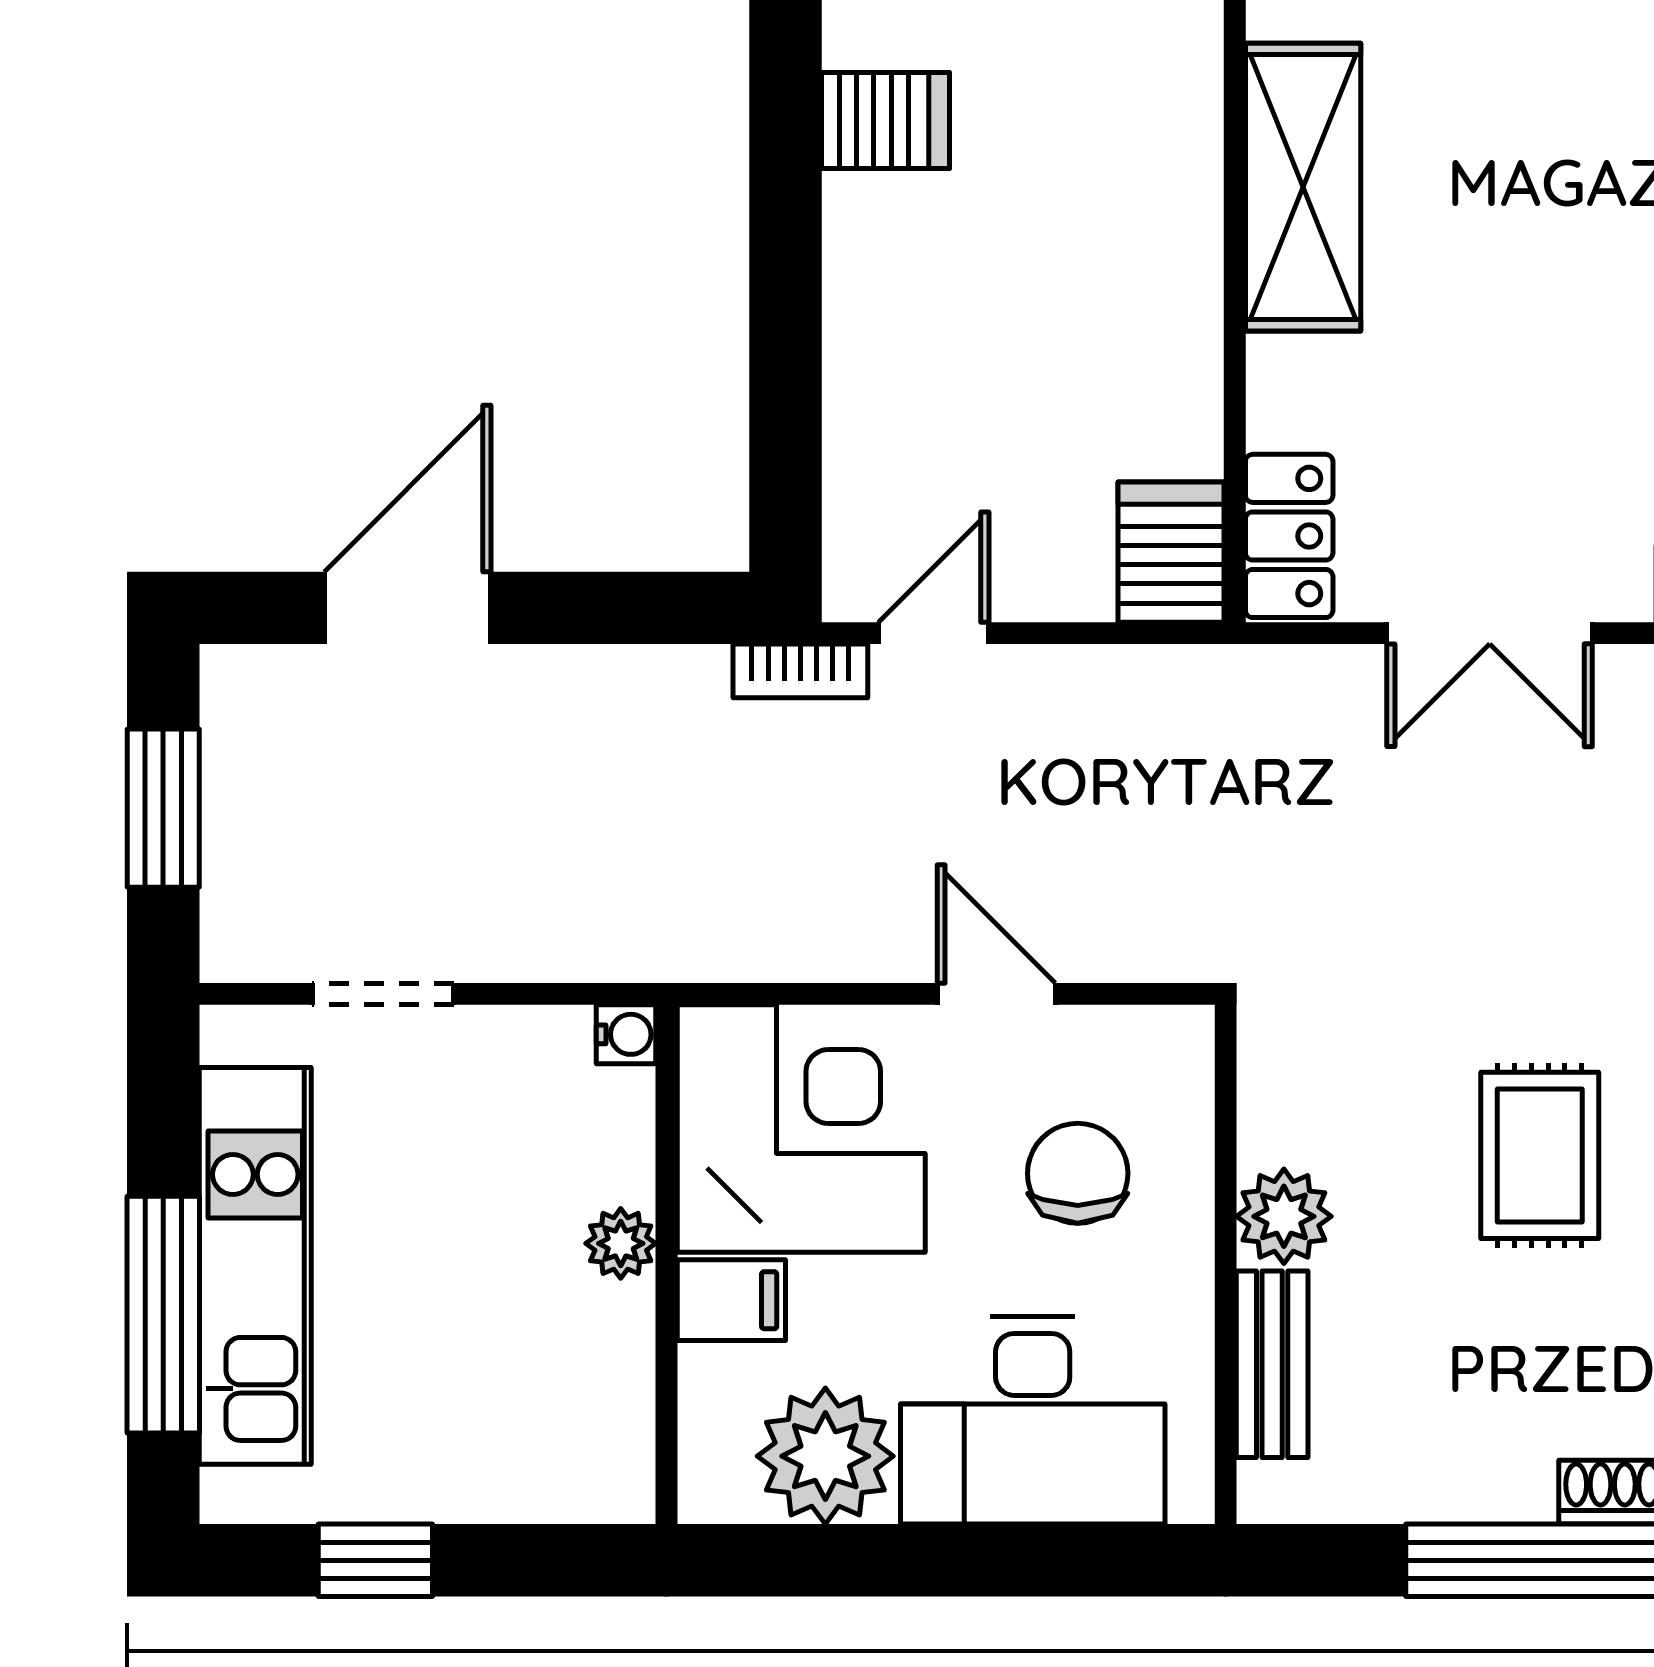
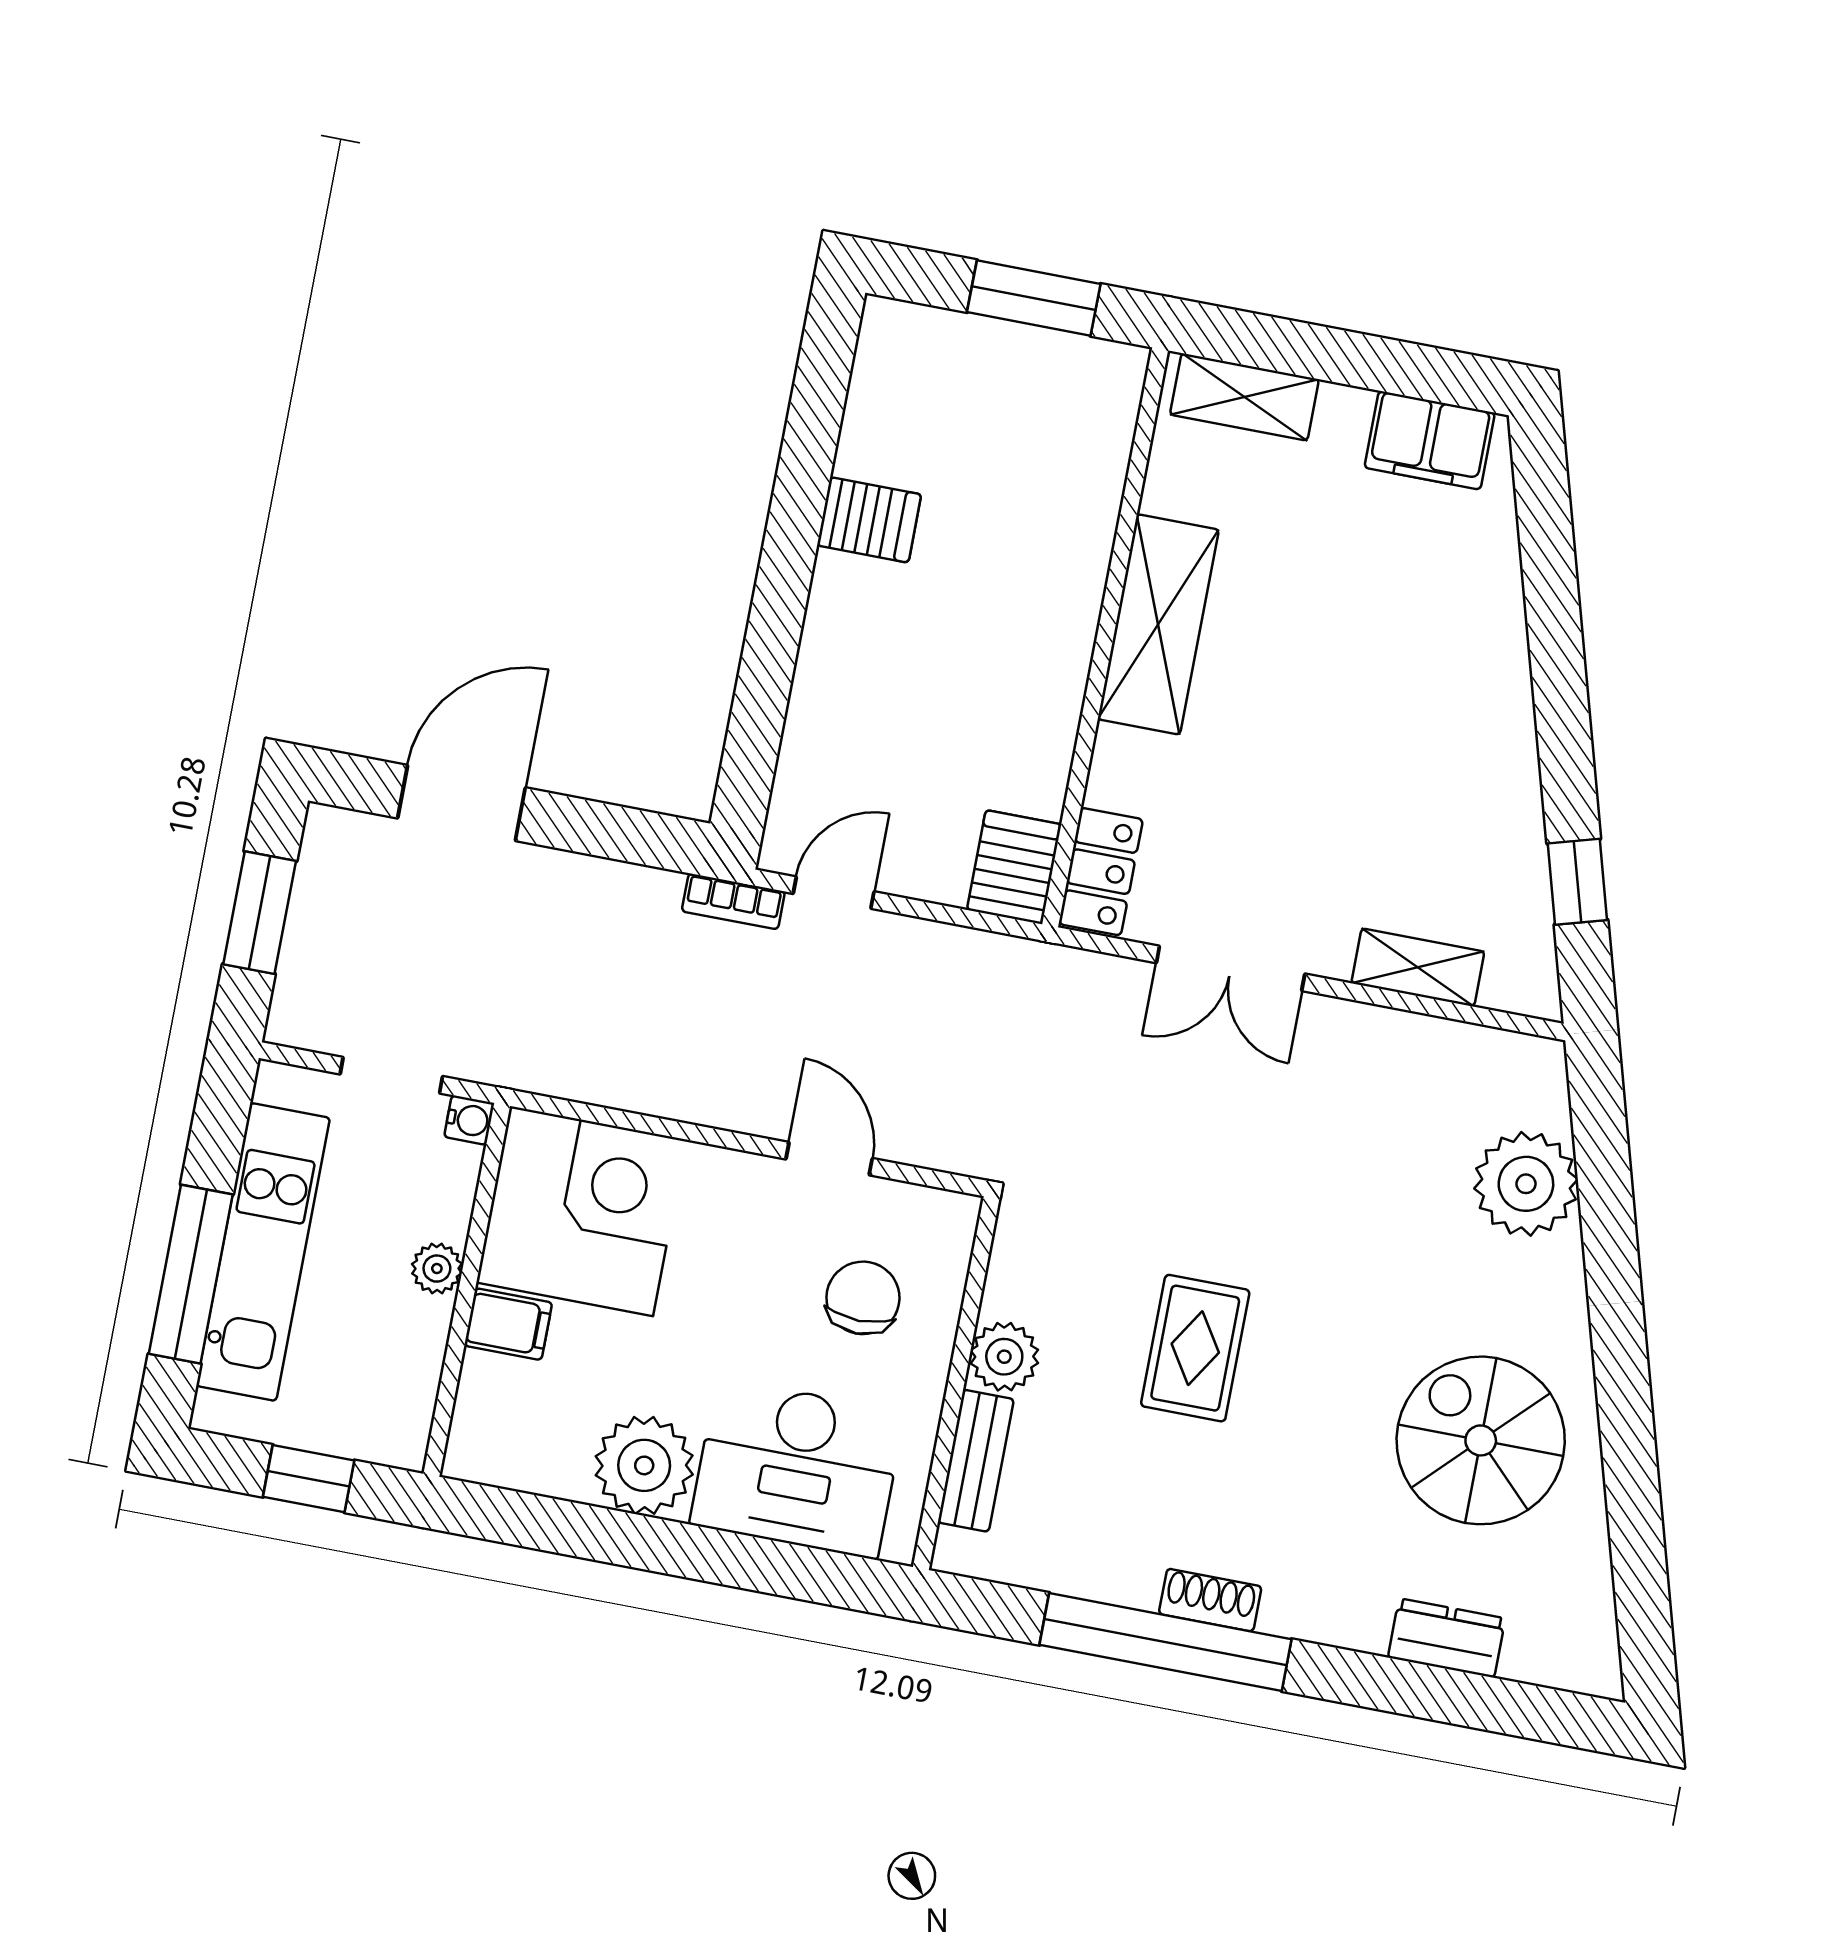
water cooler: (626, 1034) -> (469, 1120), moved
corner desk: (801, 1129) -> (581, 1211), moved
plant: (621, 1243) -> (437, 1269), moved
wall: (666, 1264) -> (467, 1290), moved
filing cabinet: (731, 1300) -> (508, 1324), moved

